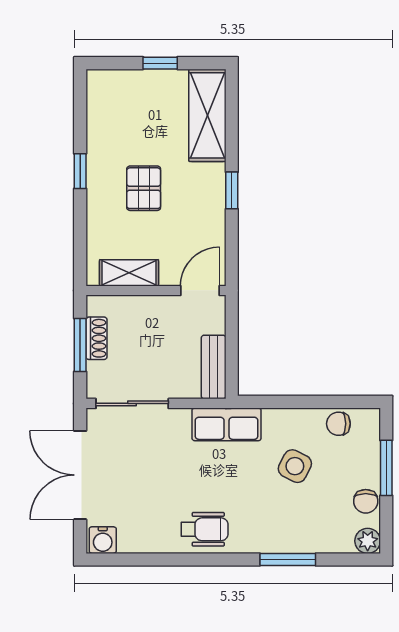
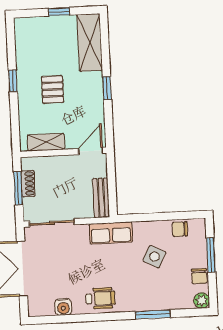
water cooler: (103, 540) -> (63, 307), moved

